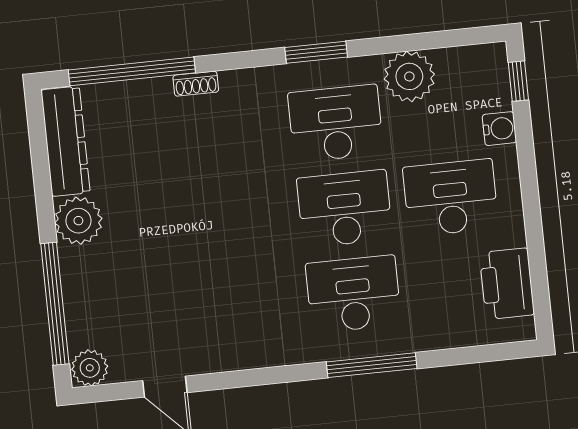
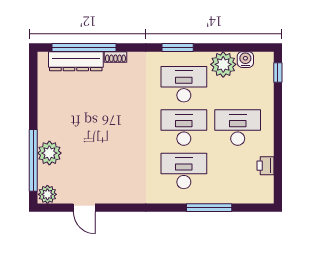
water cooler: (499, 129) -> (245, 60), moved, turned -90
dresser: (66, 141) -> (76, 61), moved, turned 90
plant: (78, 221) -> (49, 153), moved
printer: (507, 284) -> (265, 166), width x0.53, depth x0.68
window: (372, 365) -> (209, 208), moved

